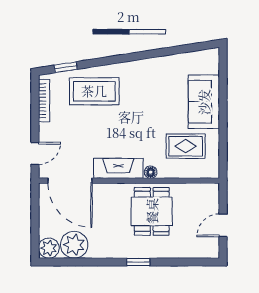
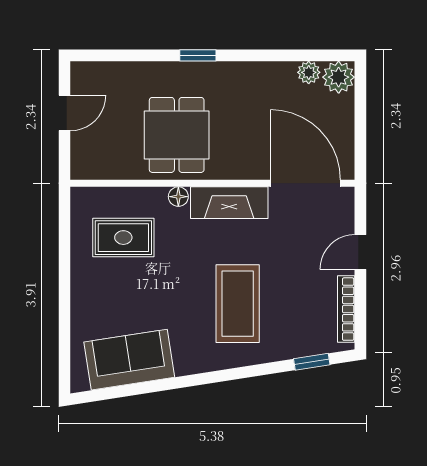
coffee table: (94, 91) -> (238, 304), moved, turned 90
sofa: (204, 102) -> (129, 360), moved, turned -99
door: (35, 153) -> (360, 252), moved
plant: (74, 245) -> (309, 72), width x0.53, depth x0.53

